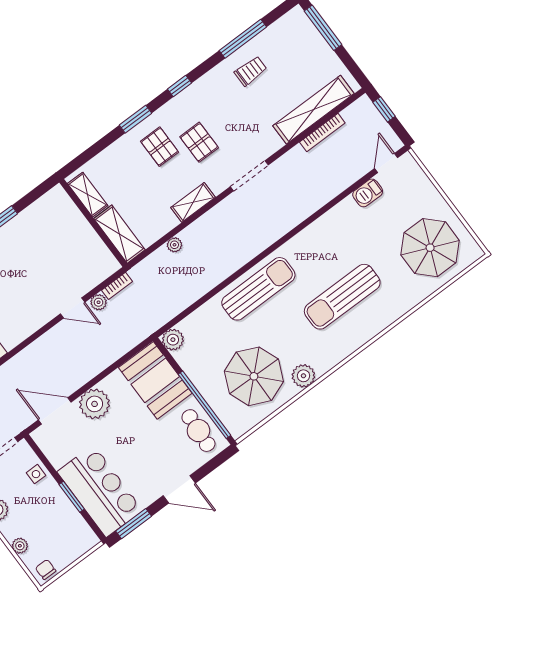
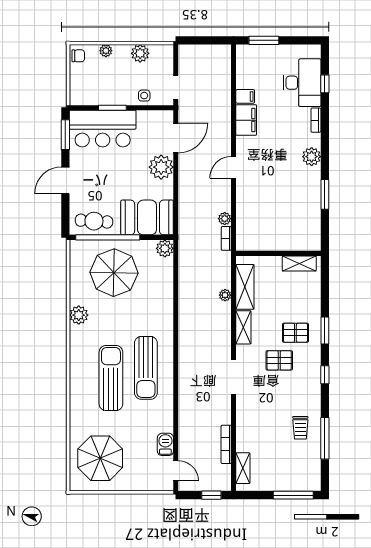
shelving: (313, 110) -> (243, 468), width x0.45, depth x0.75
shelving: (119, 234) -> (245, 287), moved, turned 90
sun lounger: (258, 289) -> (146, 368), moved
door: (73, 308) -> (233, 167), moved
parasol: (254, 376) -> (114, 273), moved

